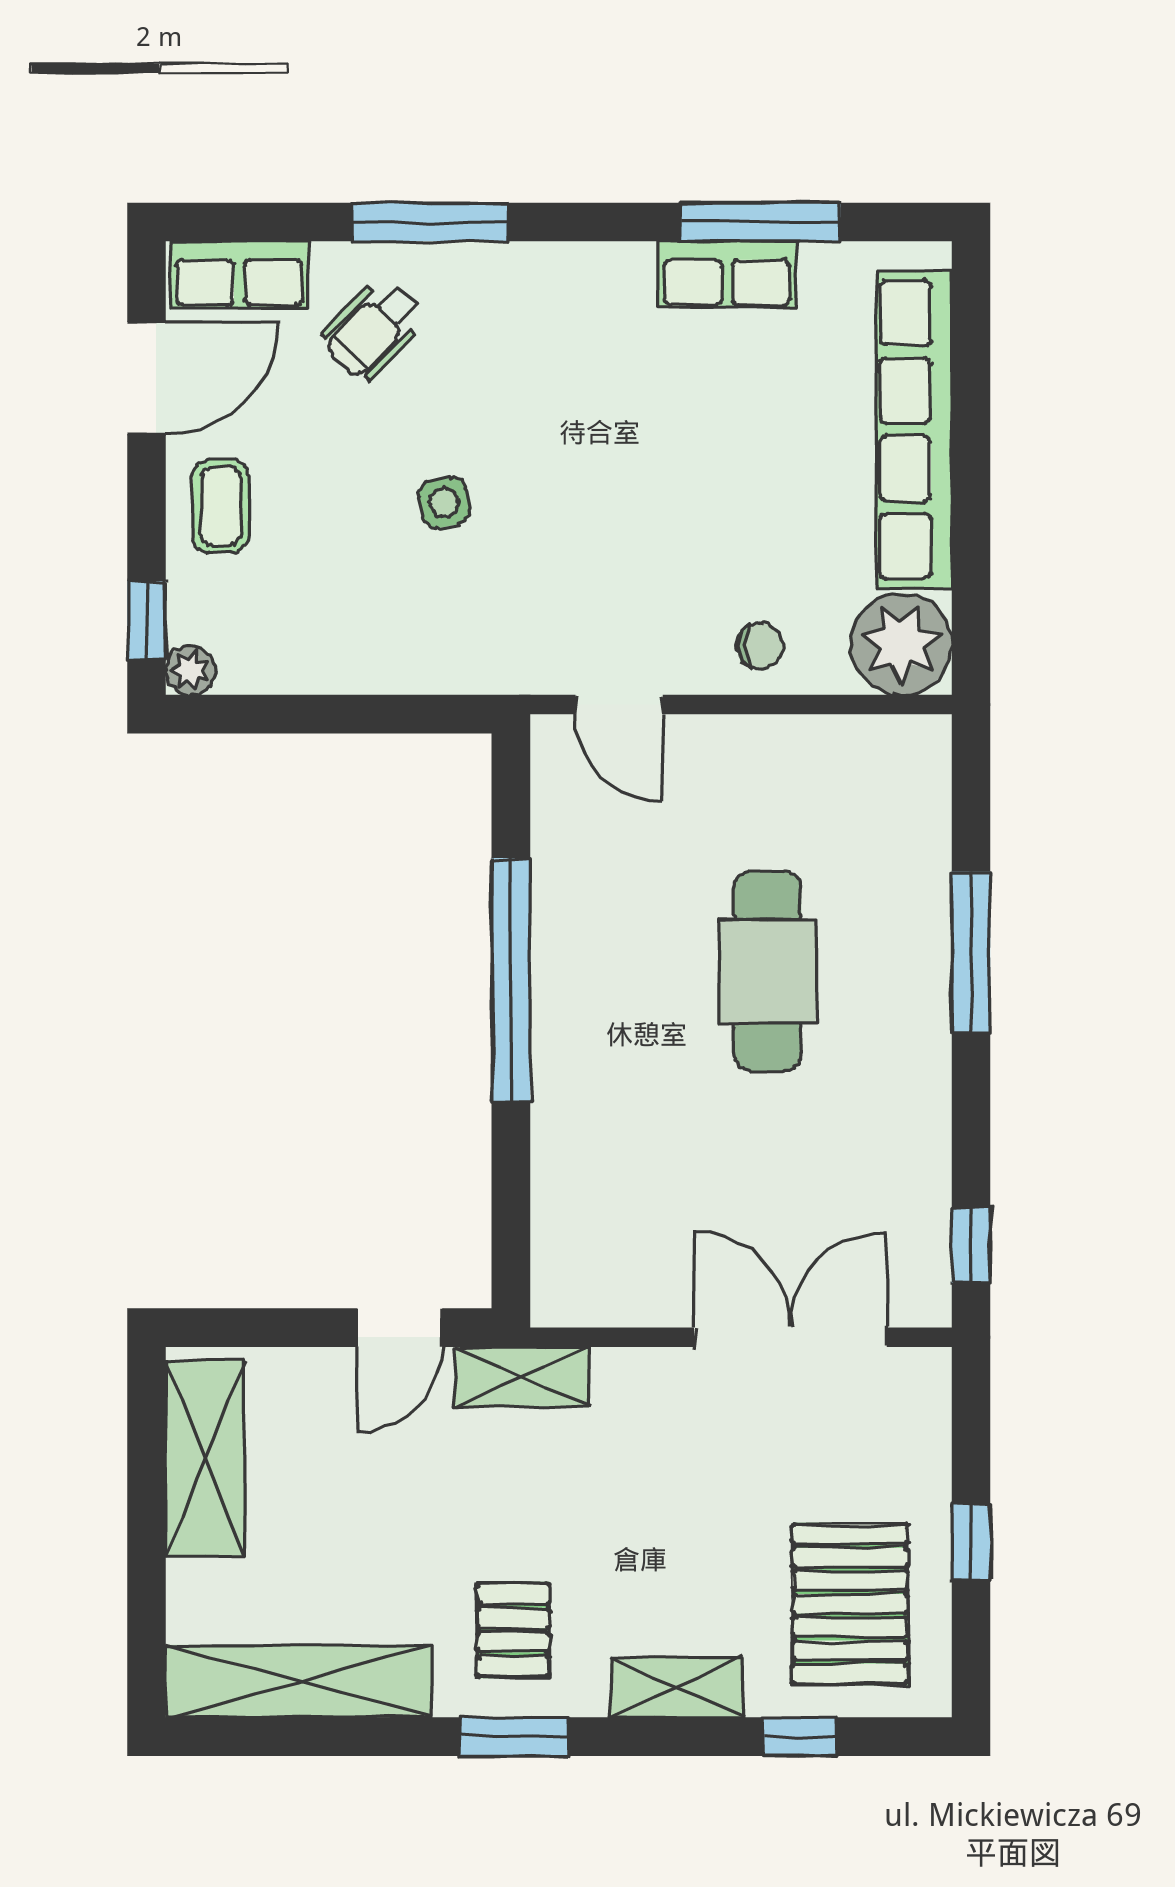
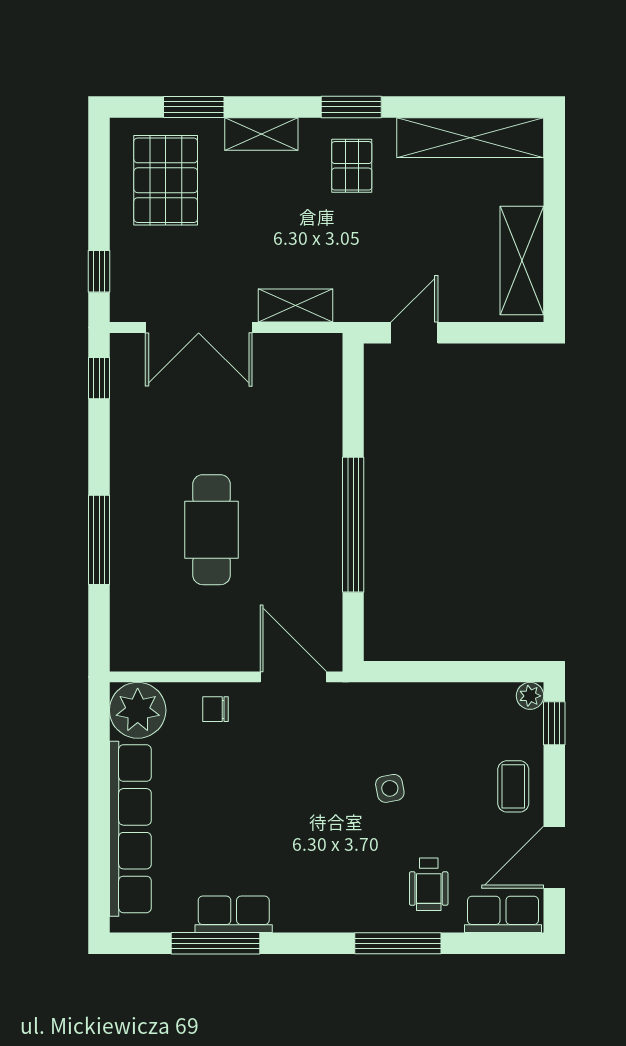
wheelchair: (374, 329) -> (429, 884), turned 136
door: (619, 705) -> (293, 677), width x1.38
shelving: (522, 1377) -> (295, 306), moved
window: (971, 1542) -> (99, 271), moved
window: (799, 1737) -> (194, 107), width x1.50

